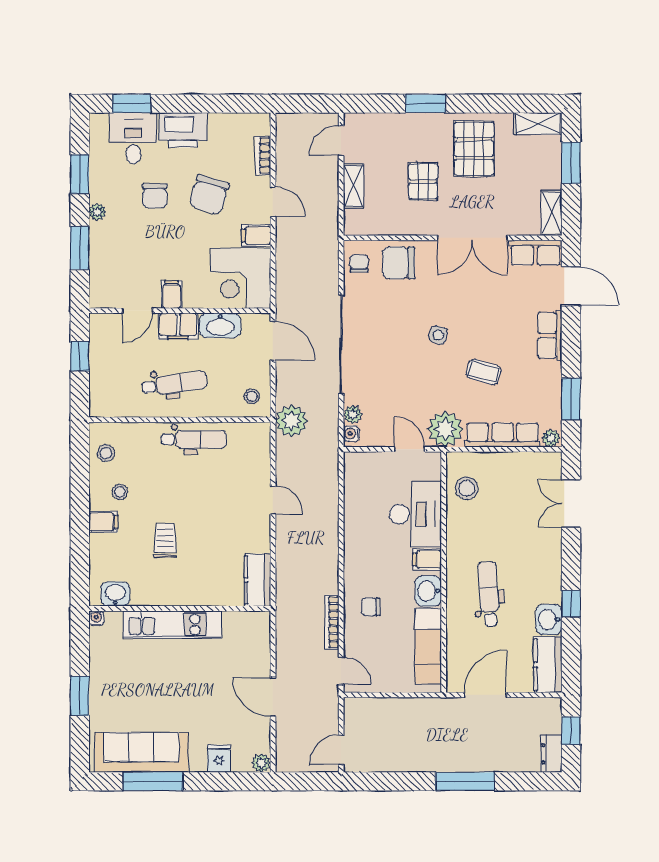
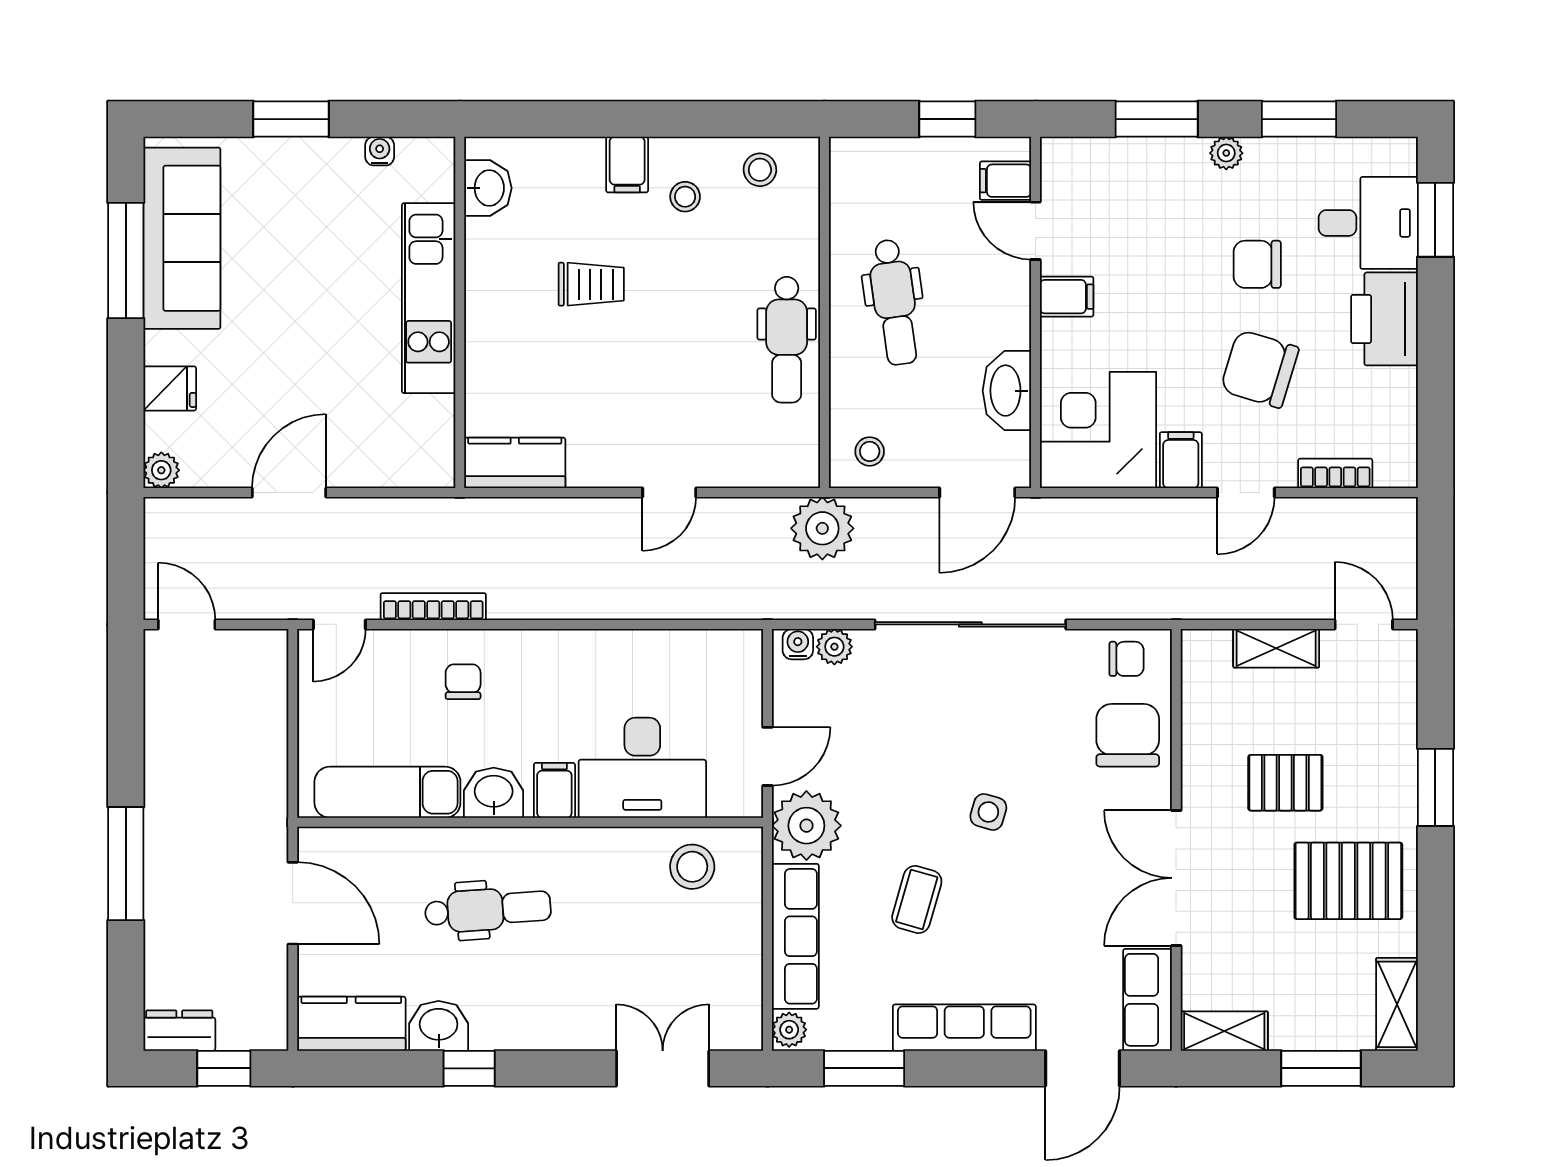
filing cabinet: (178, 326) -> (1005, 181), moved, width x0.50
row of seats: (550, 335) -> (964, 1028), width x1.48
water cooler: (96, 618) -> (380, 151), moved, turned -90

